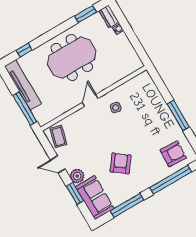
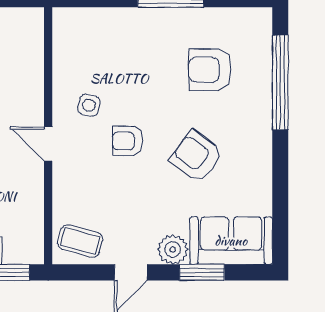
armchair: (110, 132) -> (128, 141), added
armchair: (173, 154) -> (210, 70), moved, turned -93
window: (127, 205) -> (280, 190), removed

